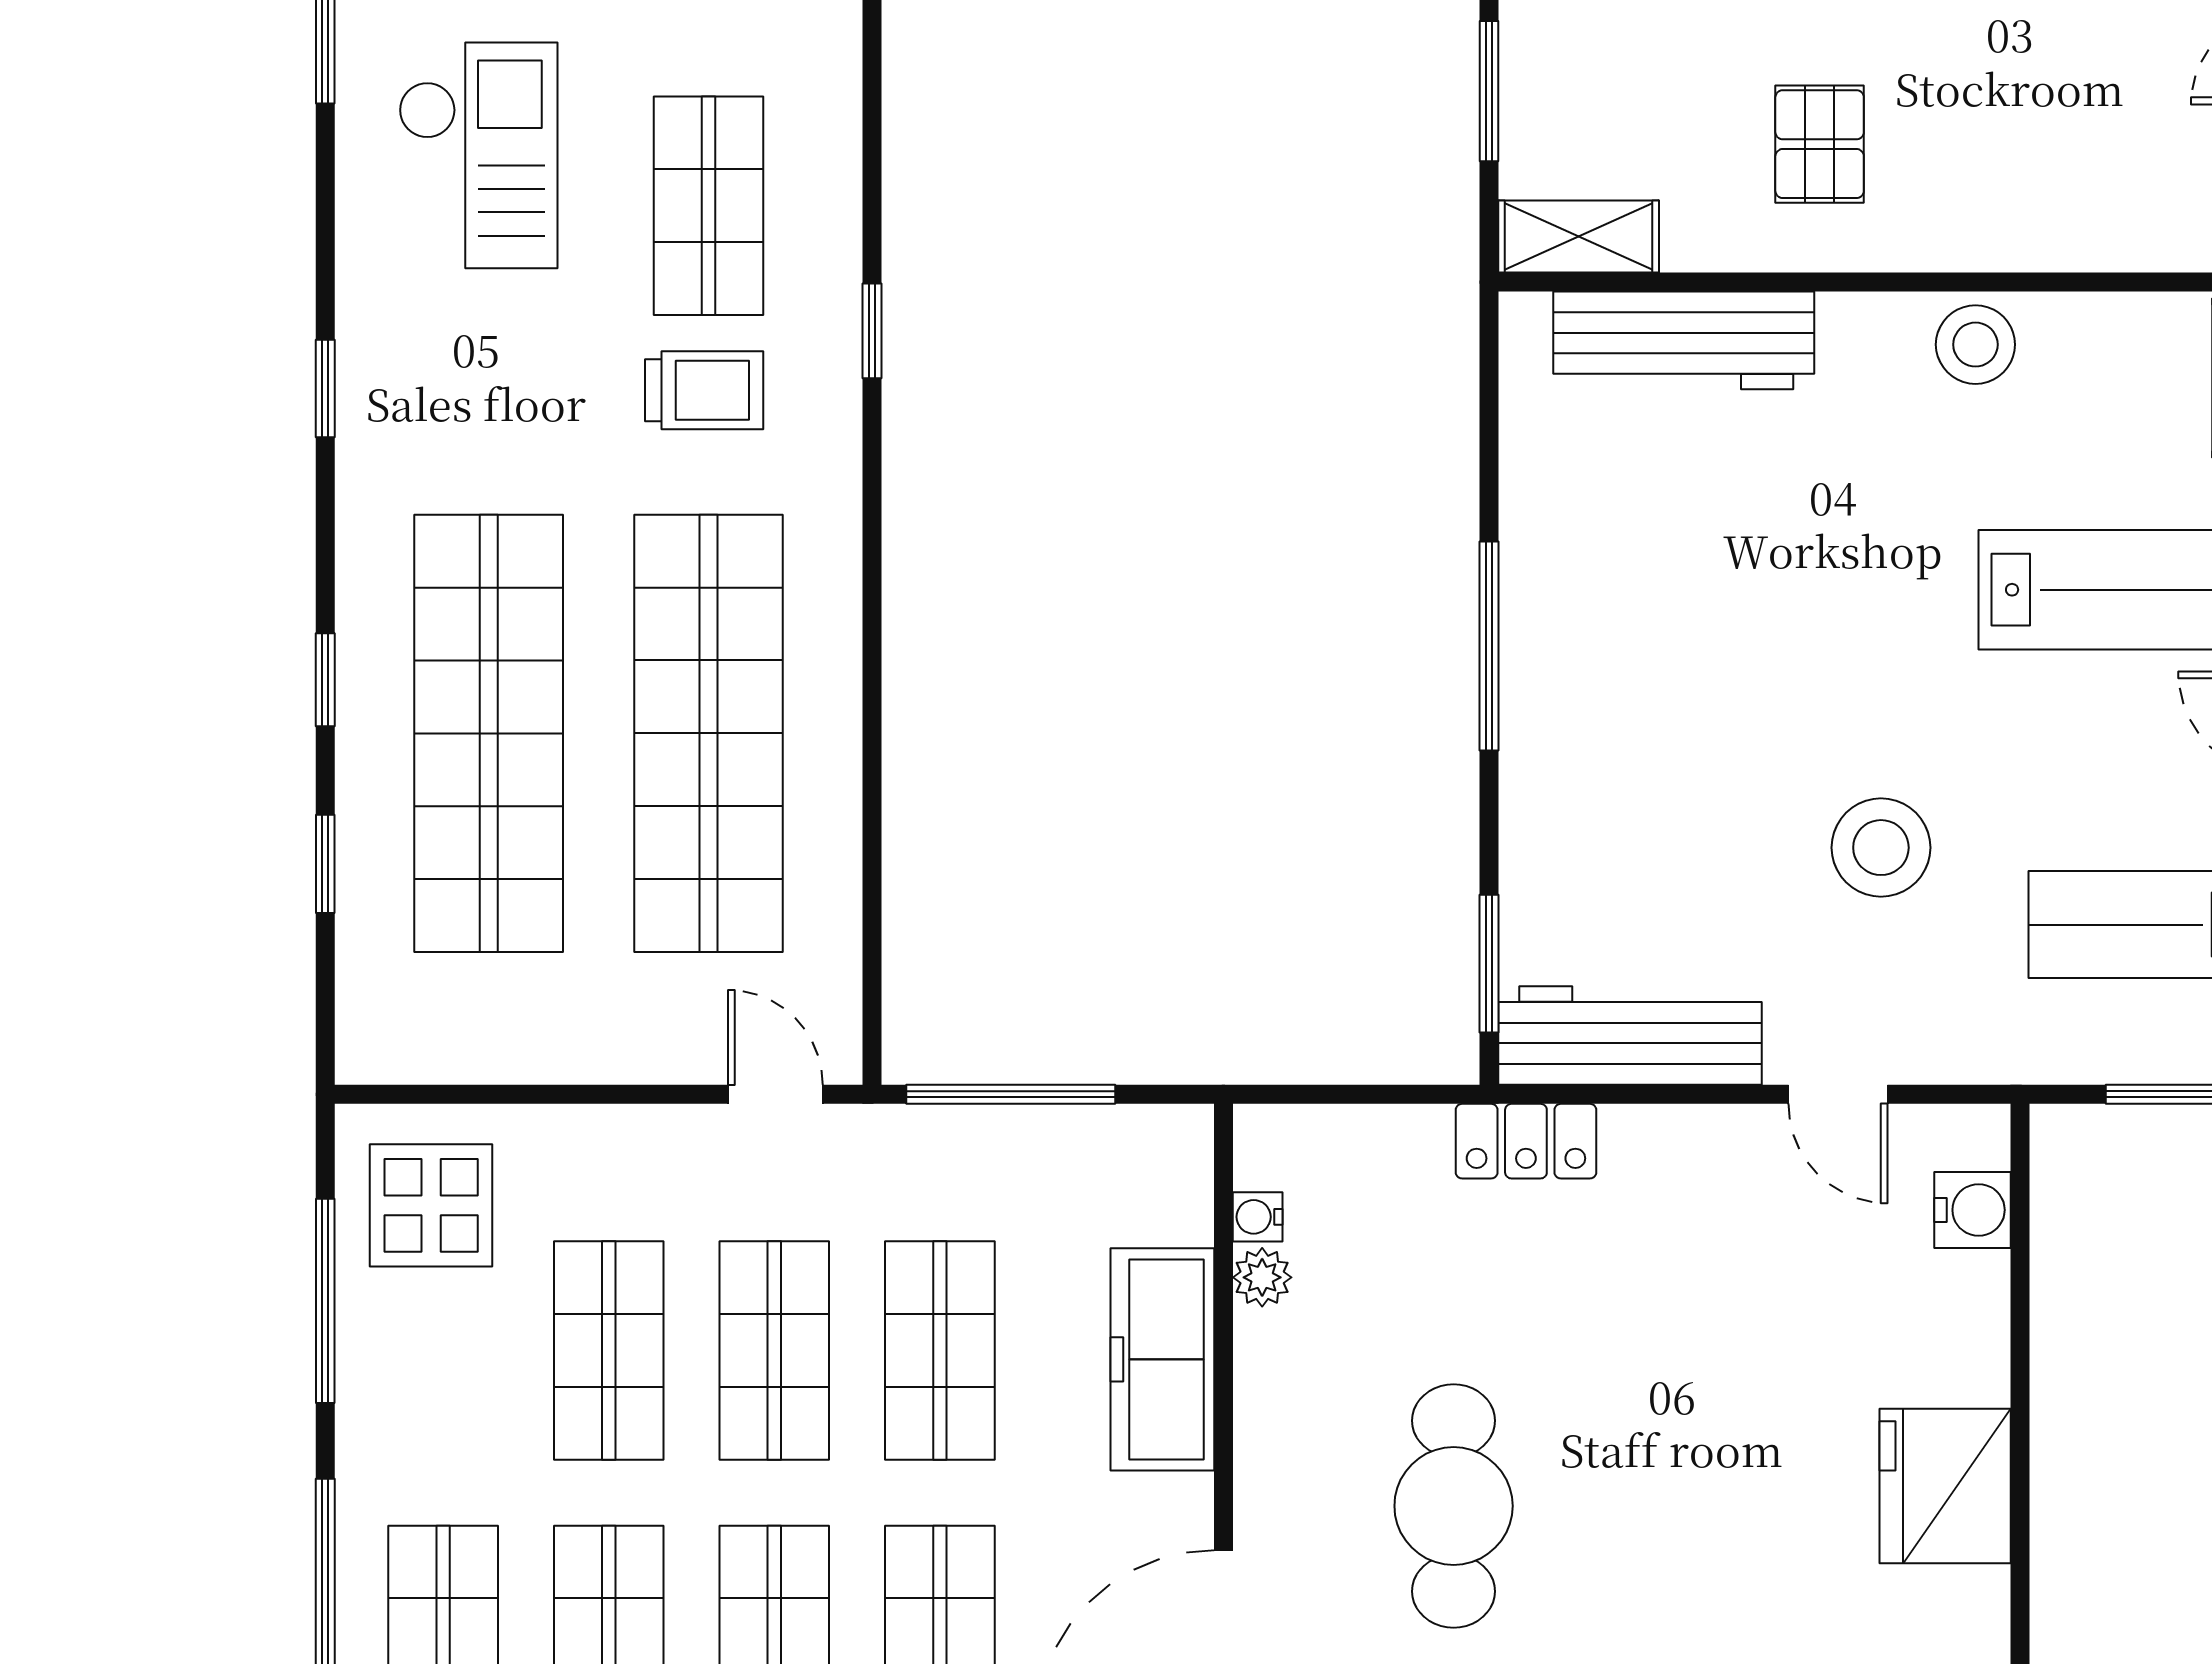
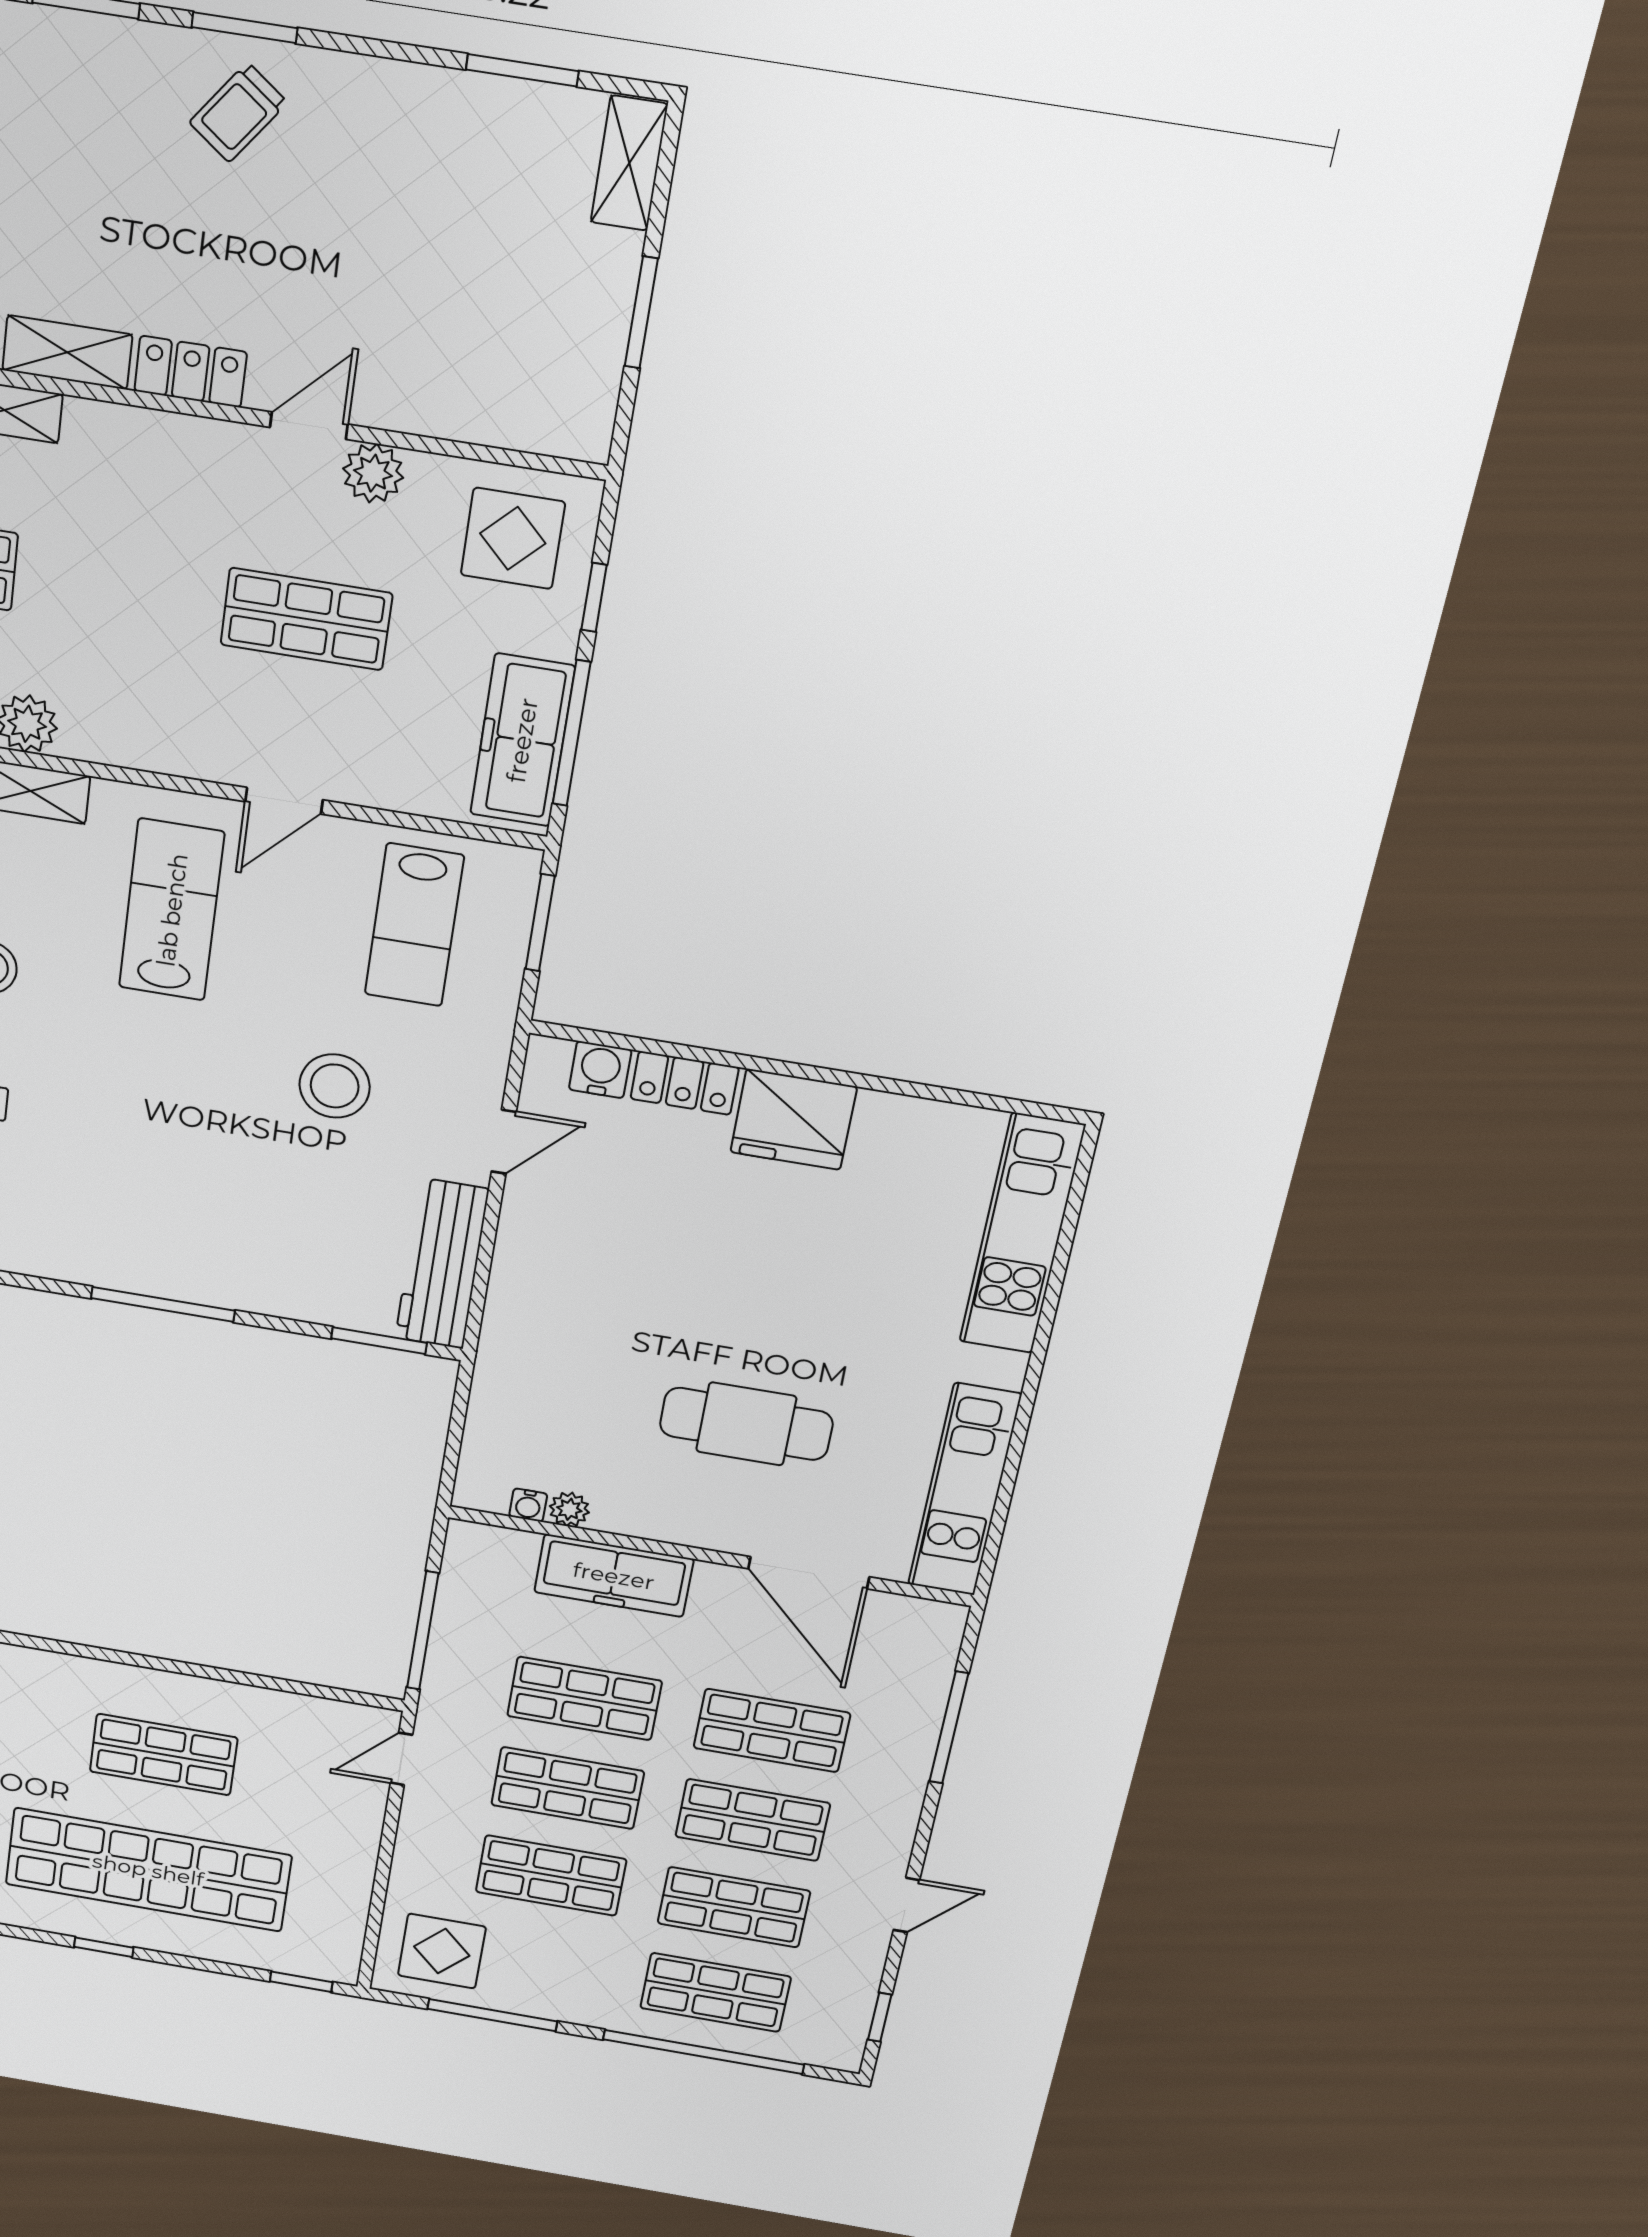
shop shelf: (708, 733) -> (164, 1755), width x0.50, depth x0.74
window: (325, 864) -> (301, 1982), moved
locker: (1526, 1141) -> (685, 1083), moved, turned 90

